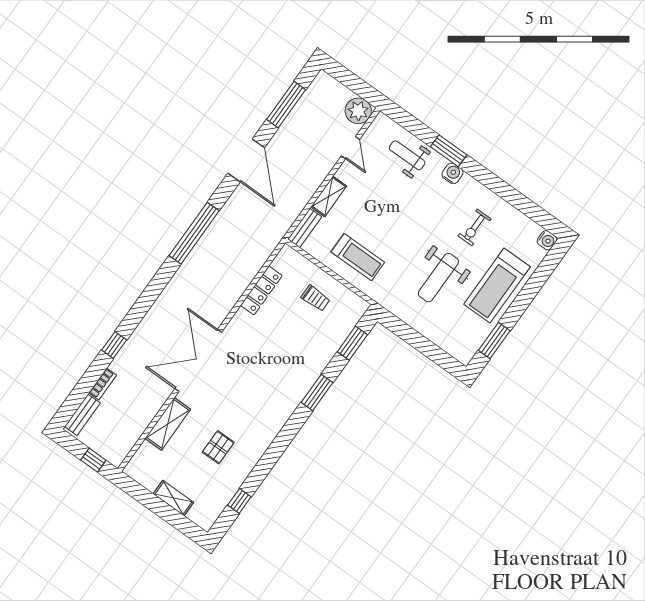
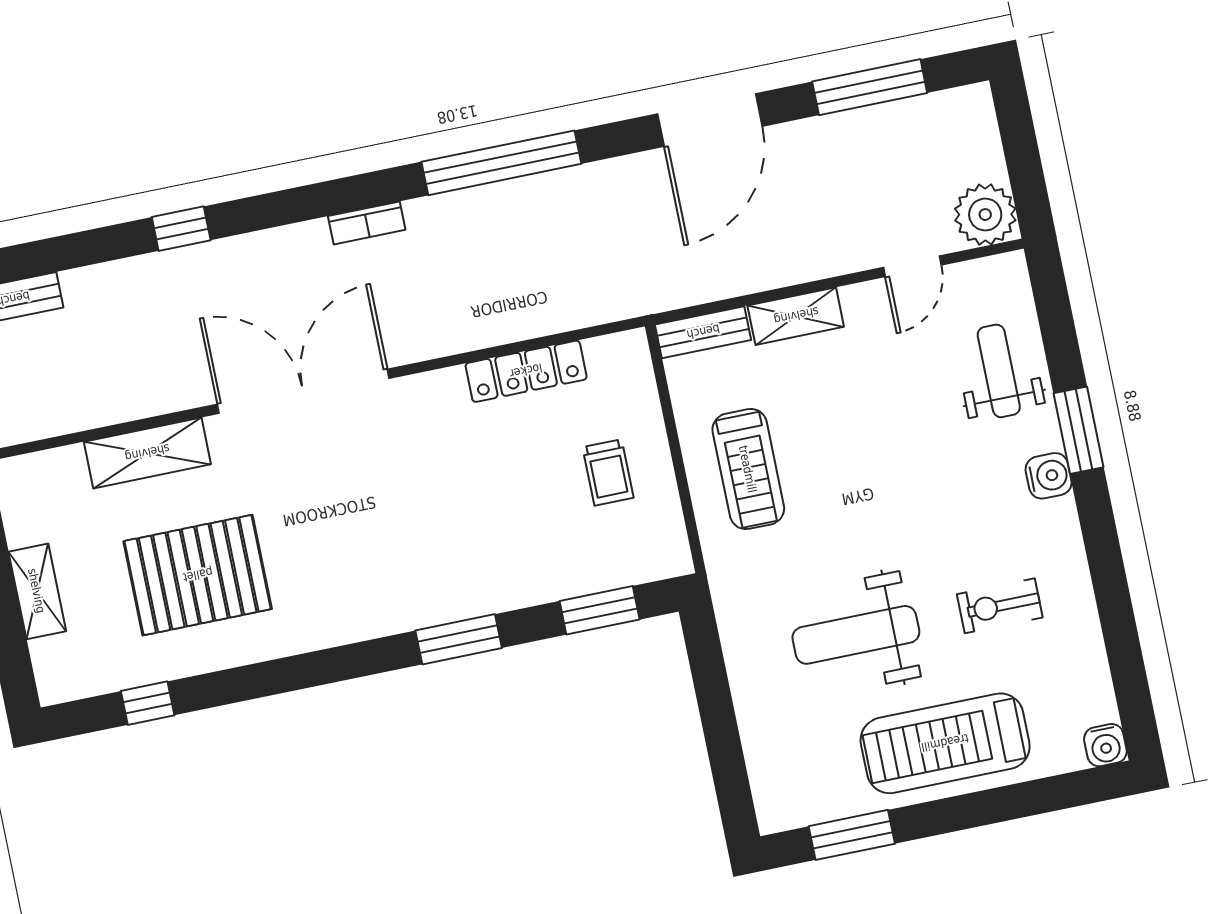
bookcase: (103, 384) -> (367, 223), moved
pallet: (218, 447) -> (198, 575), width x2.05, depth x2.00

